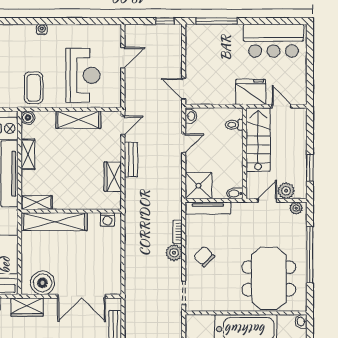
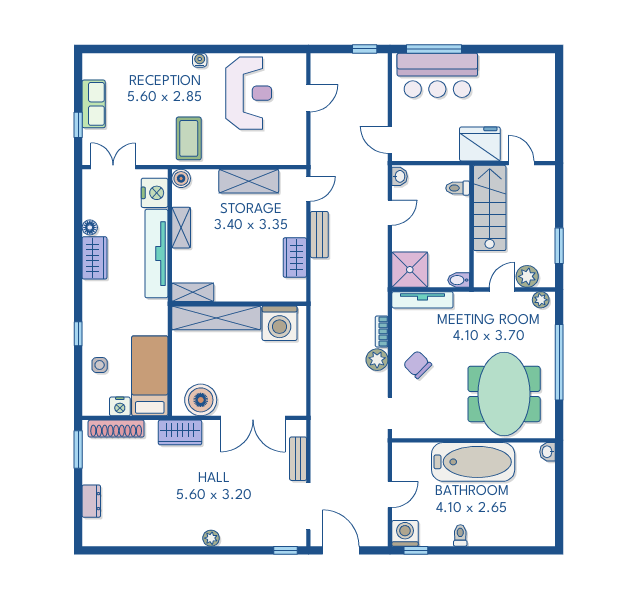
bar counter: (274, 41) -> (437, 75), moved
reception desk: (83, 75) -> (249, 93), moved
washing machine: (107, 219) -> (280, 323), width x1.89, depth x1.89

